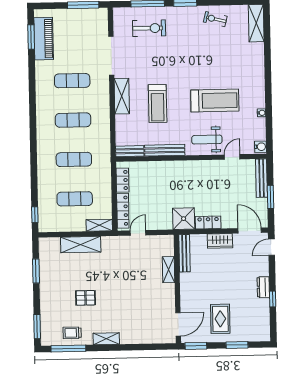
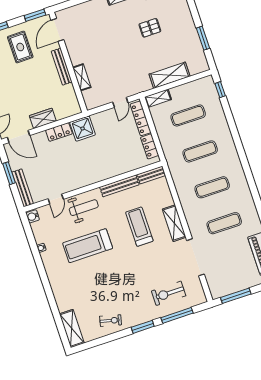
bench: (184, 253) -> (62, 67), moved

